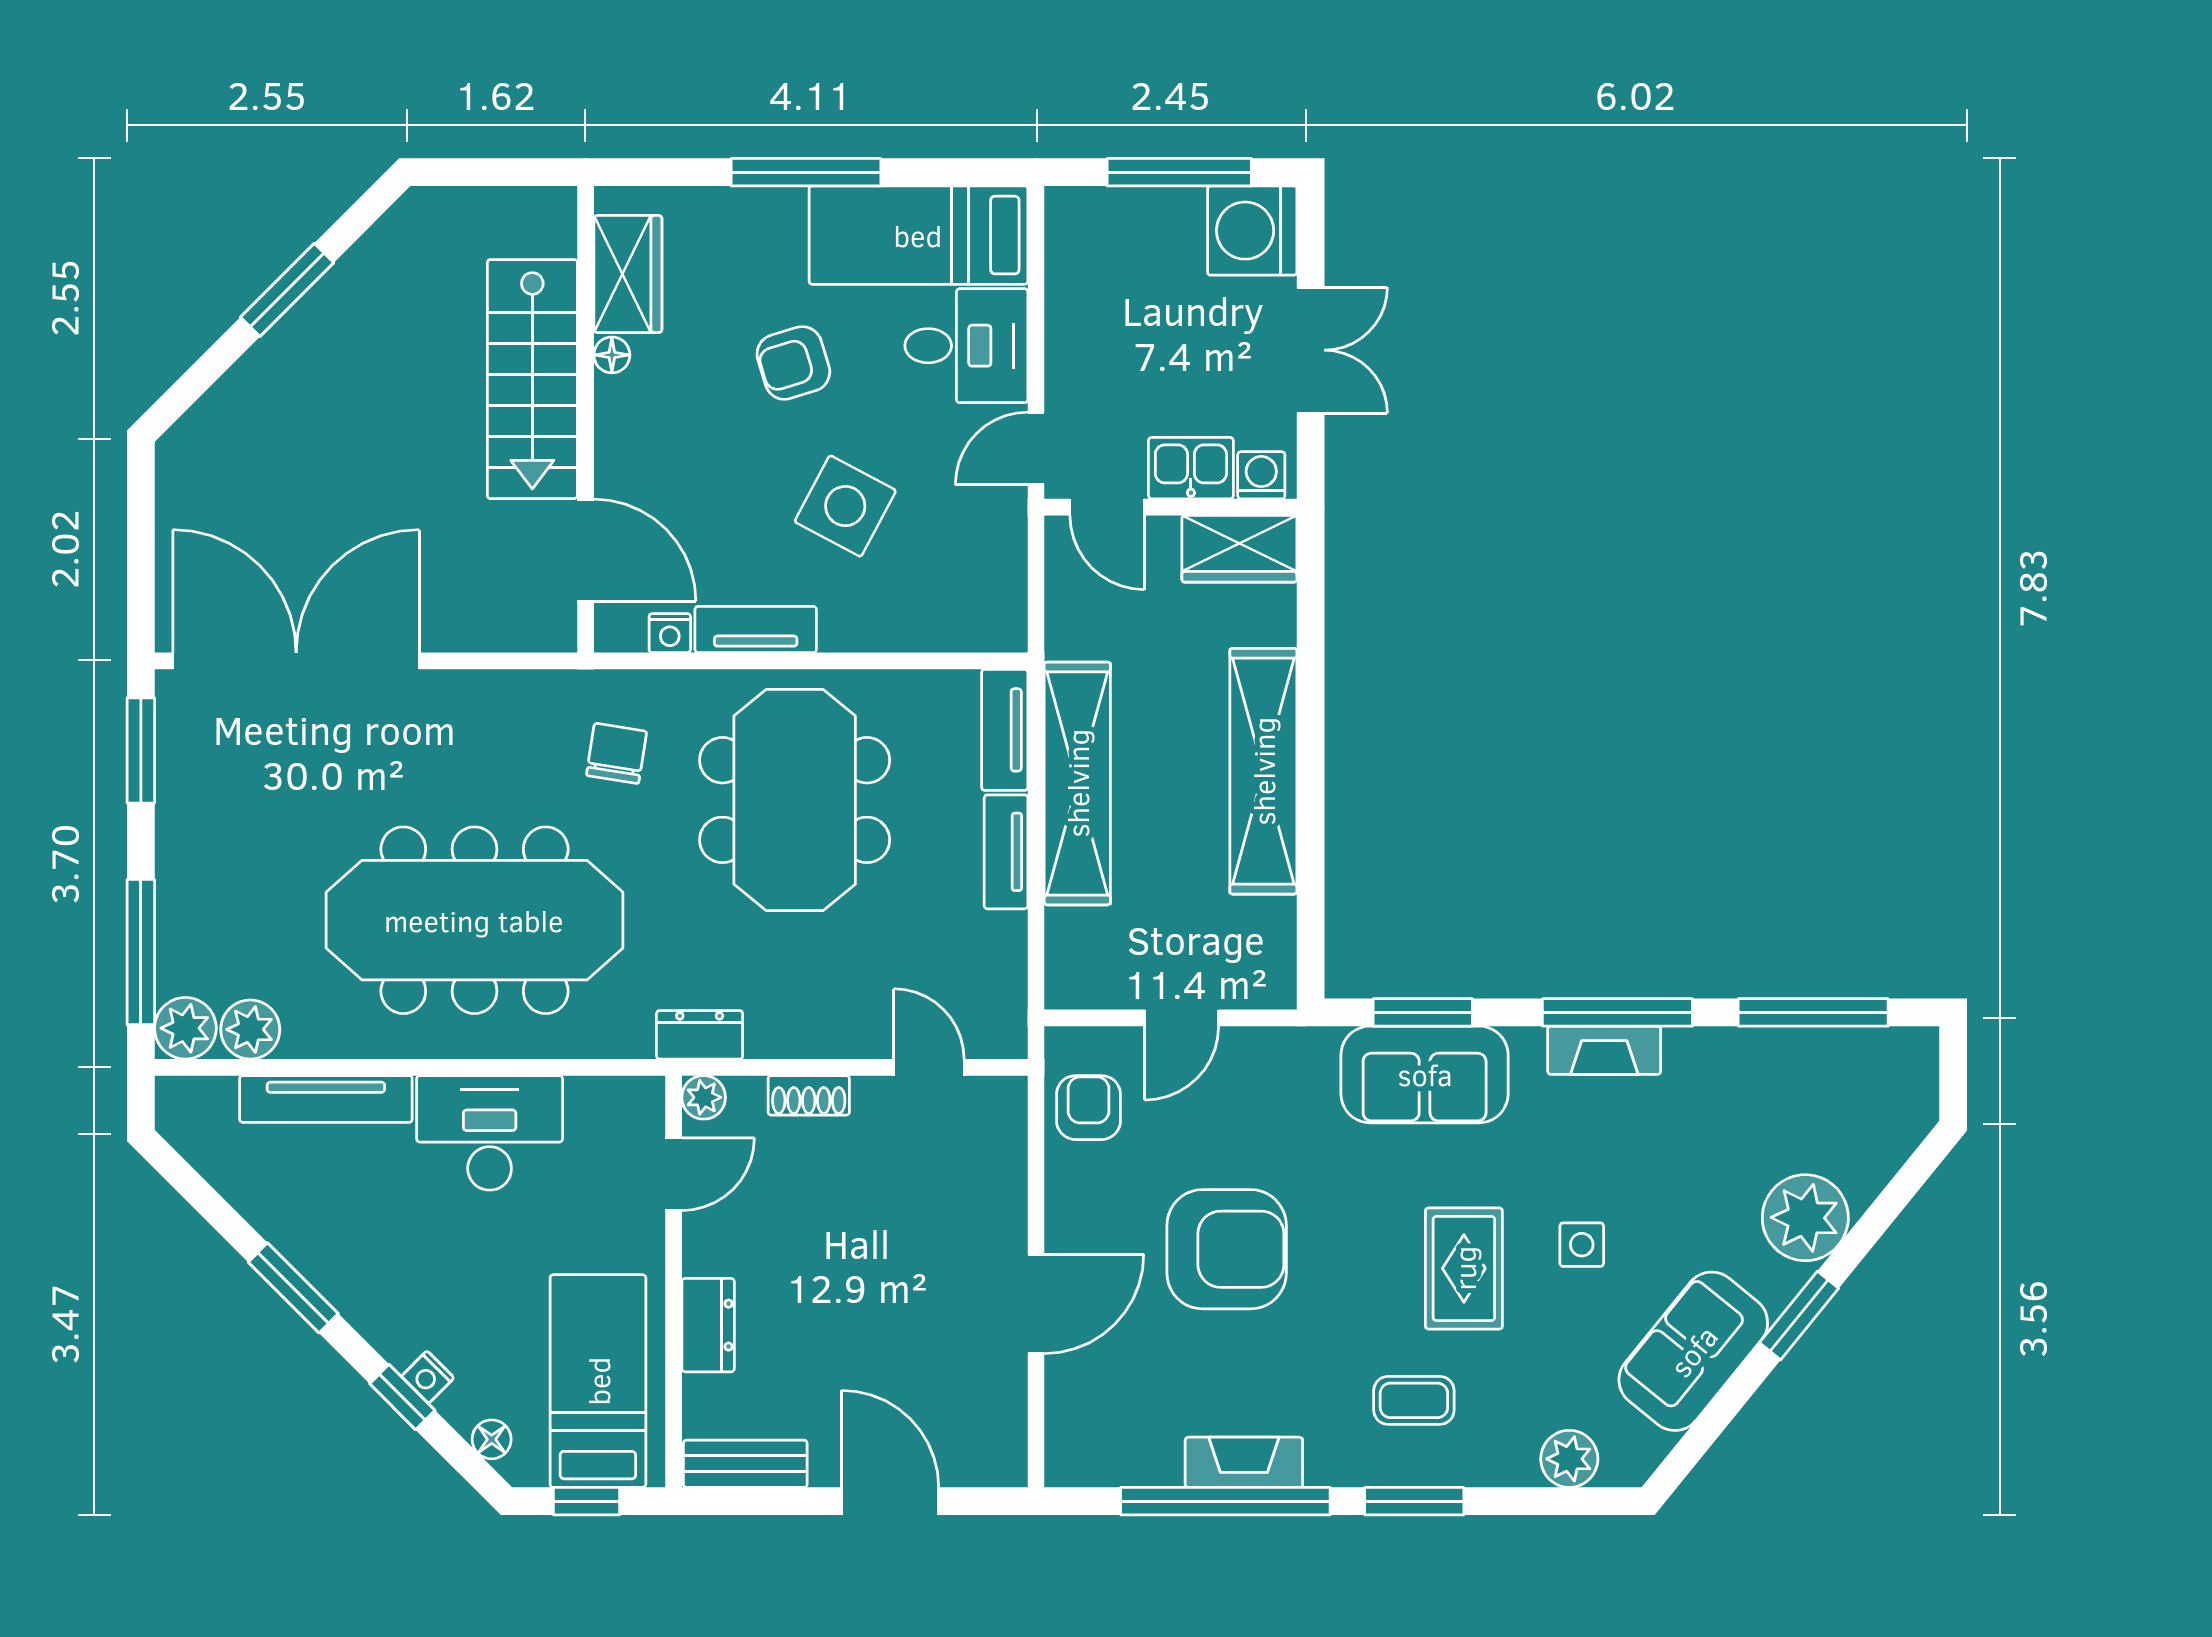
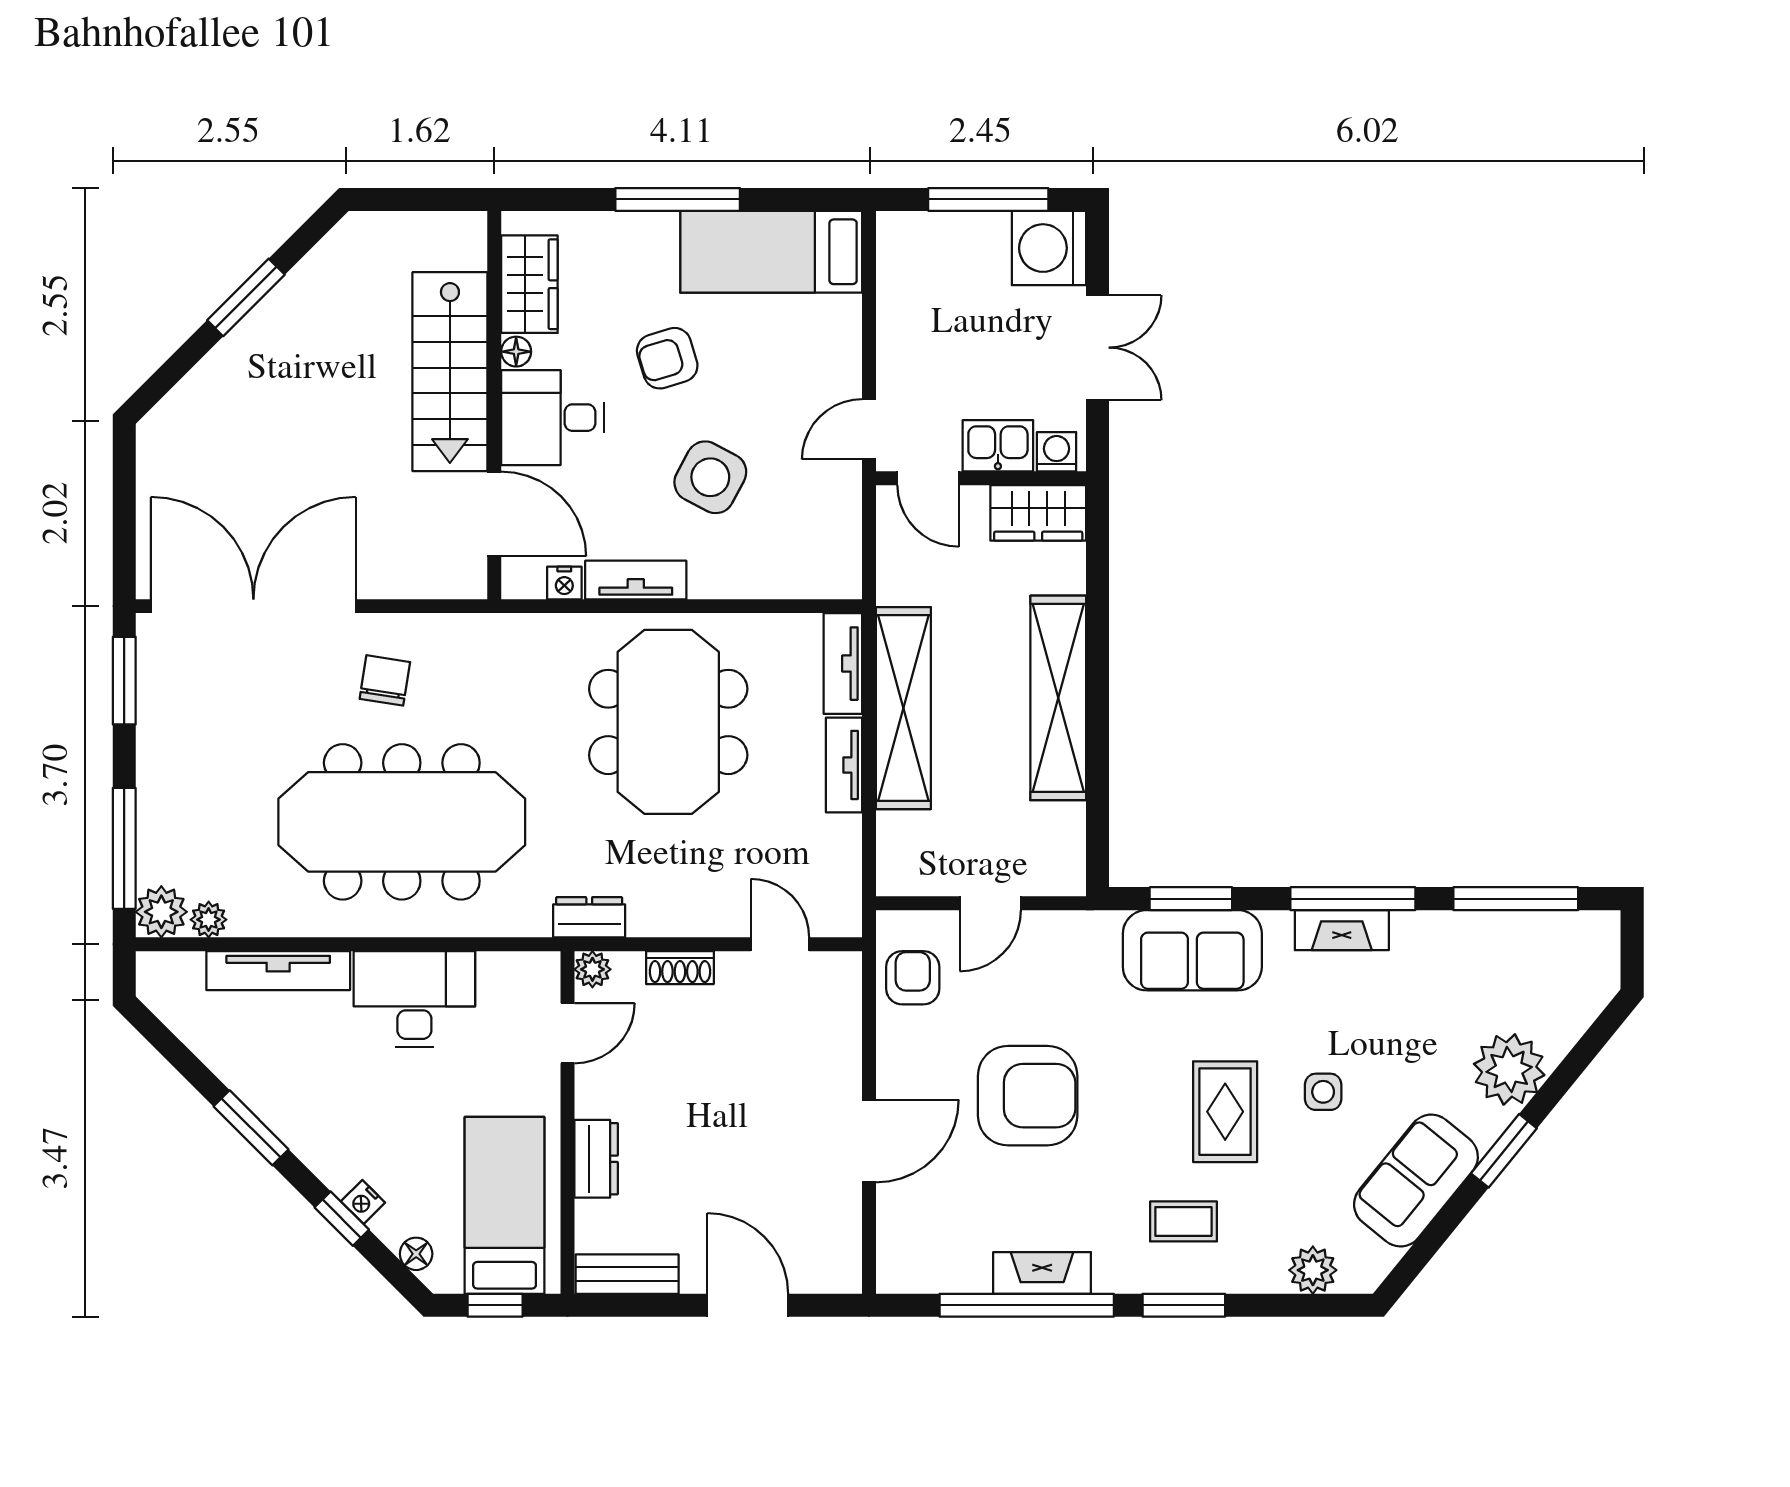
desk: (966, 346) -> (552, 418), moved, turned 180
chair: (617, 753) -> (385, 680), moved
plant: (250, 1029) -> (209, 920), width x0.73, depth x0.73

